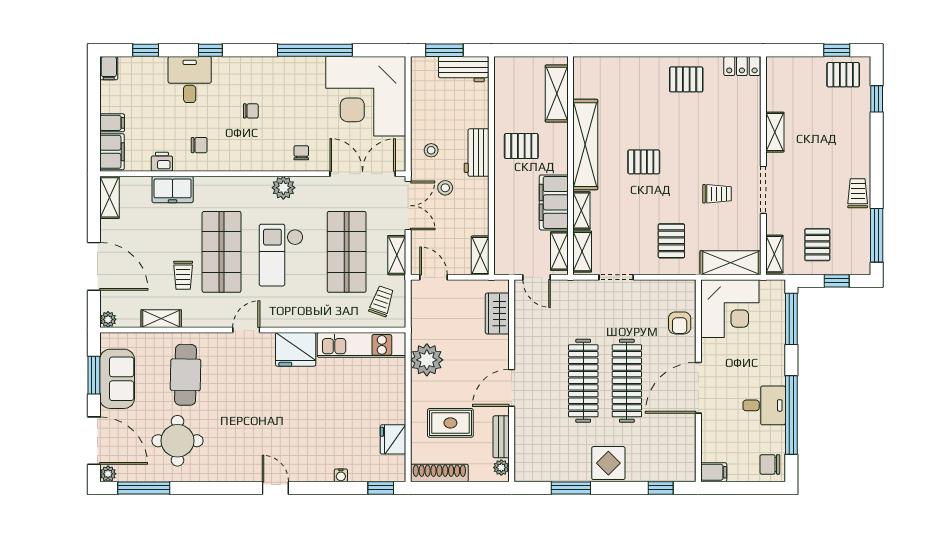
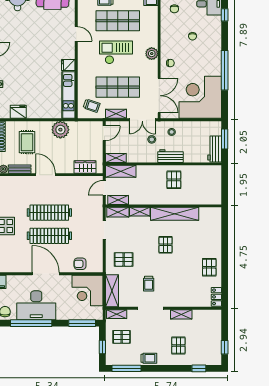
pallet: (843, 75) -> (178, 345), moved
shelving: (557, 94) -> (121, 171), moved
filing cabinet: (554, 202) -> (144, 197), removed
fridge: (296, 349) -> (68, 65), width x0.53, depth x0.75
desk: (764, 405) -> (36, 305), width x1.87, depth x1.30

